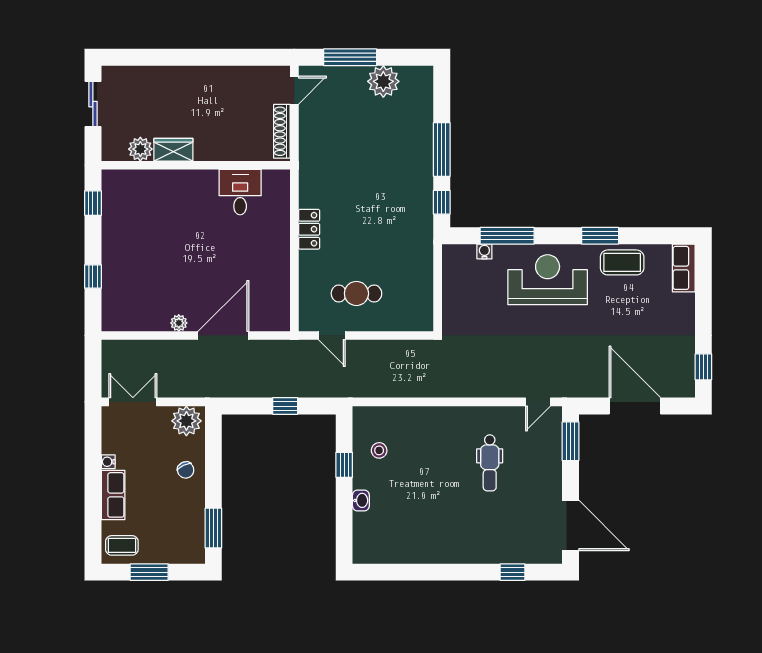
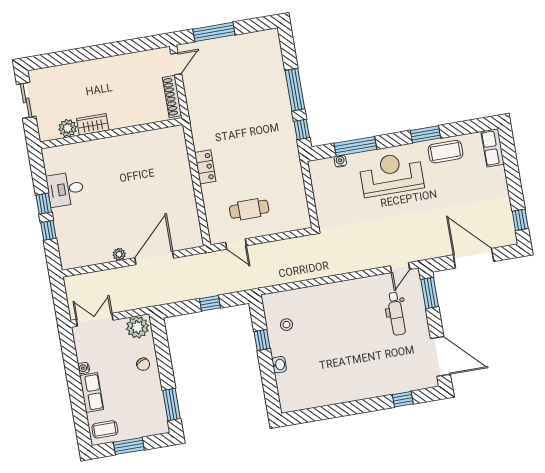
plant: (383, 81) -> (242, 46), removed
desk: (240, 192) -> (65, 189), moved, turned -90
window: (93, 203) -> (44, 204), moved
dental chair: (490, 463) -> (396, 314), moved

